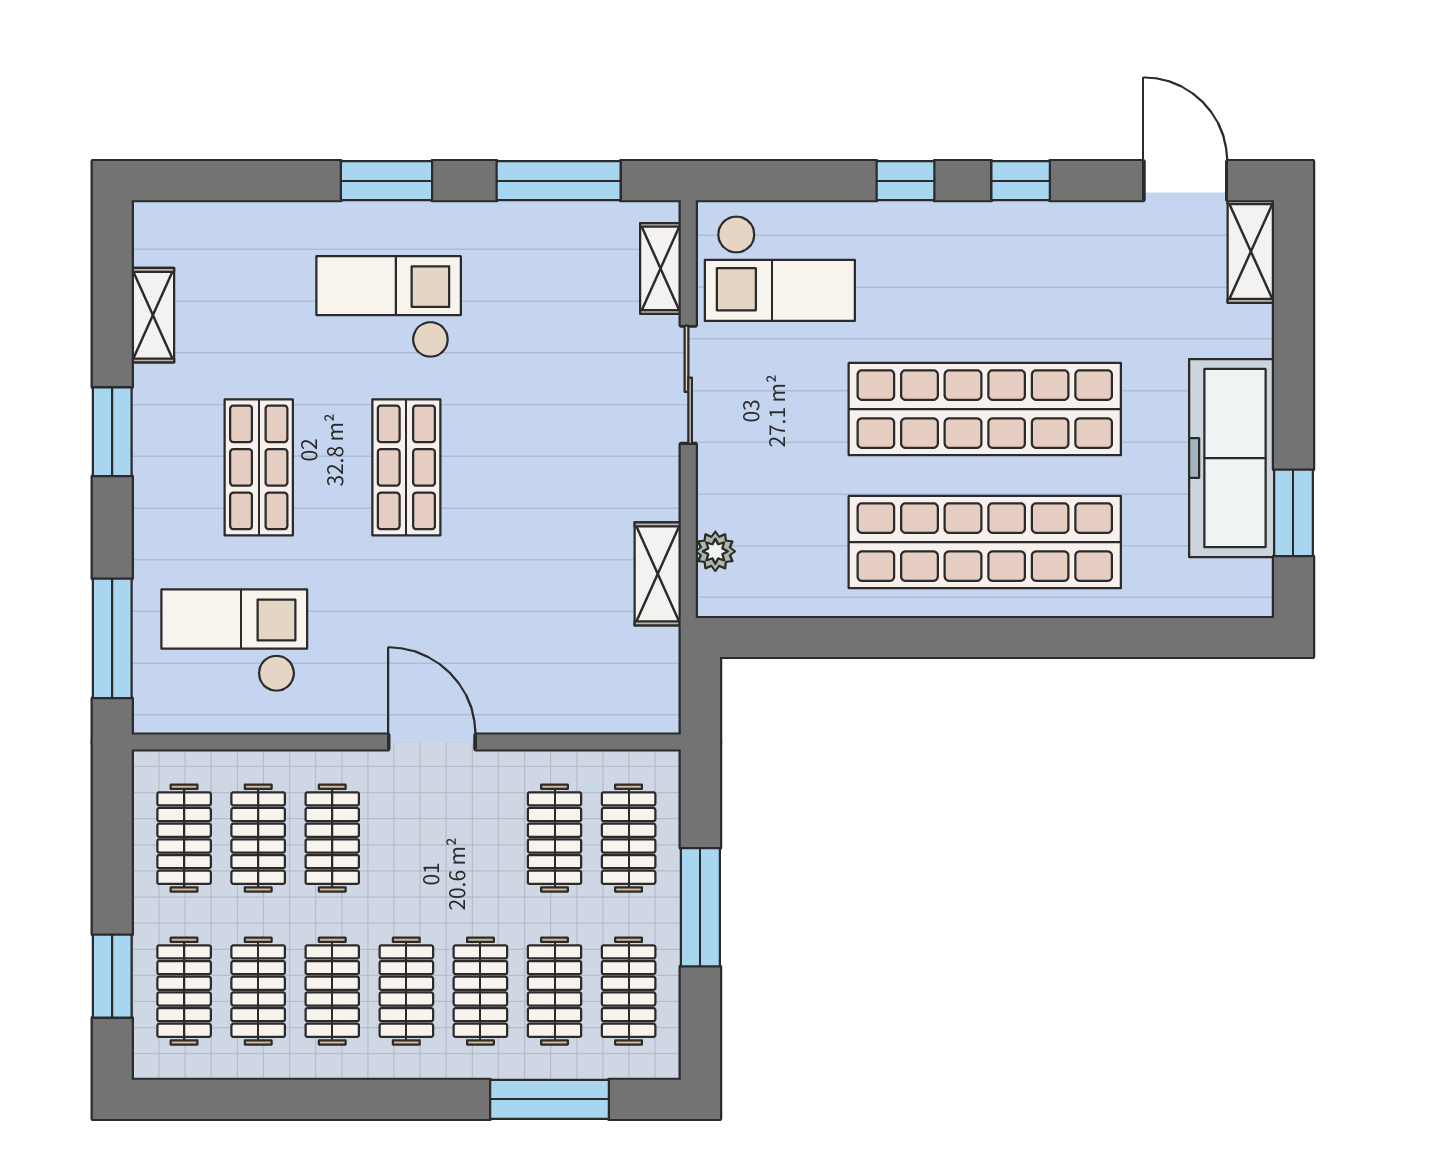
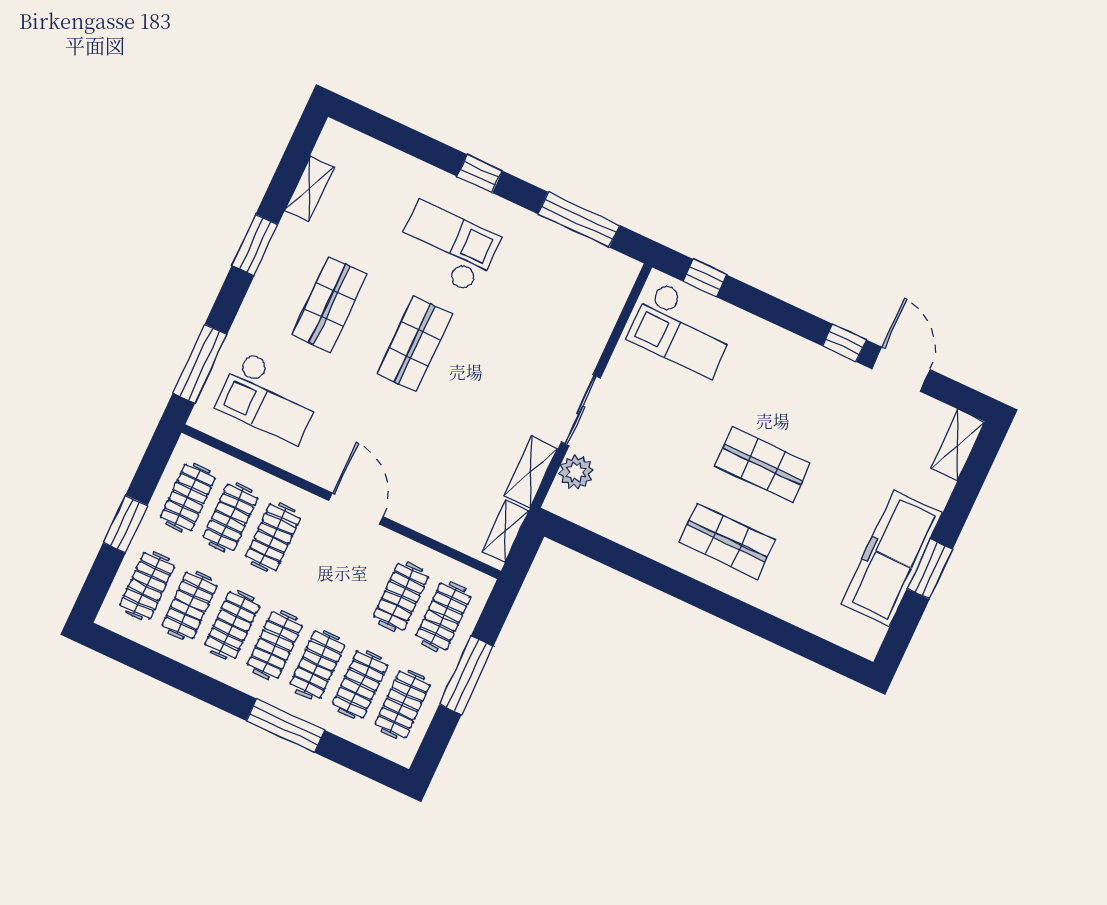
window: (387, 181) -> (480, 174), width x0.67
window: (906, 181) -> (705, 278), moved
door: (1185, 181) -> (901, 369), moved
shelving: (661, 268) -> (505, 531), moved
sliding door: (688, 385) -> (581, 410), moved
shop shelf: (985, 409) -> (763, 465), width x0.50, depth x0.74
window: (1293, 513) -> (930, 569), moved
shop shelf: (985, 542) -> (727, 541), width x0.50, depth x0.74
plant: (715, 551) -> (576, 472), width x1.38, depth x1.38
checkout: (234, 640) -> (269, 397), turned 180
window: (112, 976) -> (125, 524), moved
window: (550, 1099) -> (286, 726), moved

